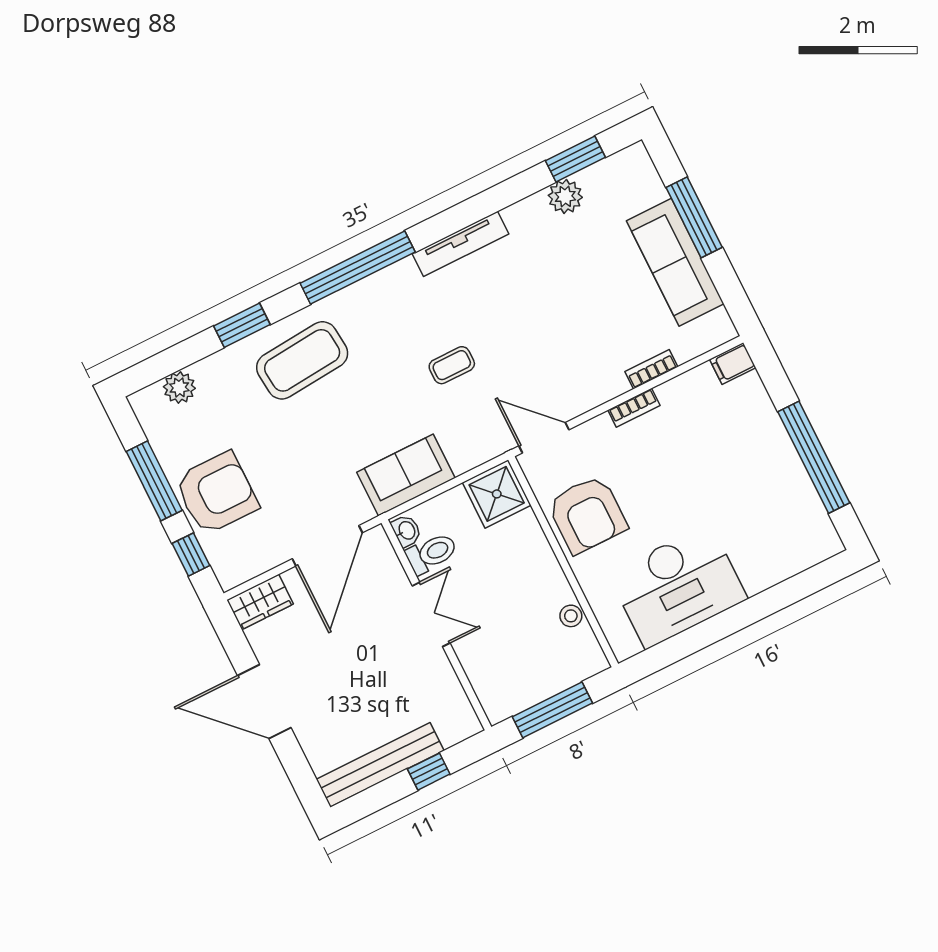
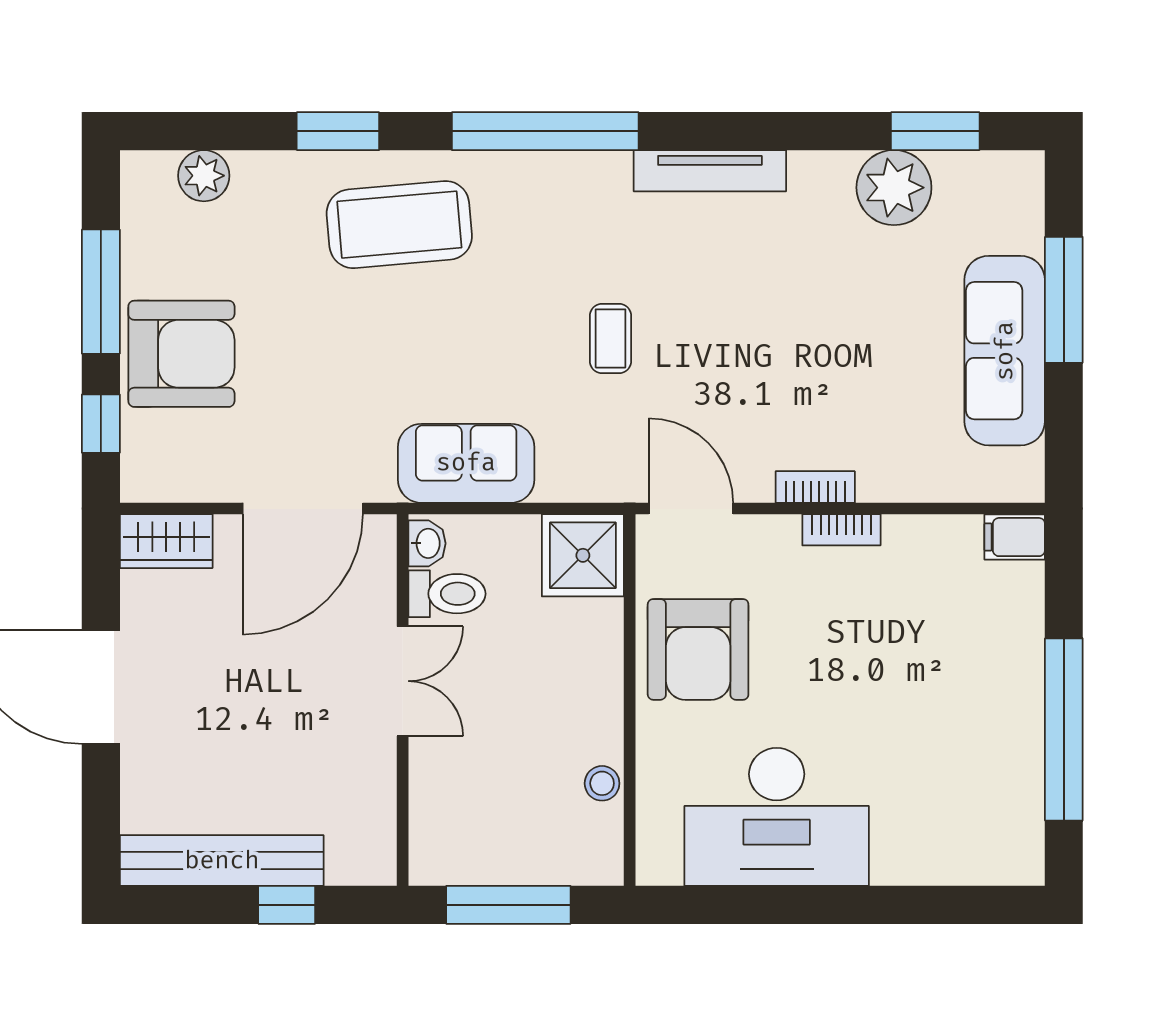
plant: (565, 196) -> (894, 188), width x1.36, depth x1.36
coffee table: (452, 365) -> (611, 338), turned 90
bookcase: (651, 369) -> (815, 487), moved

